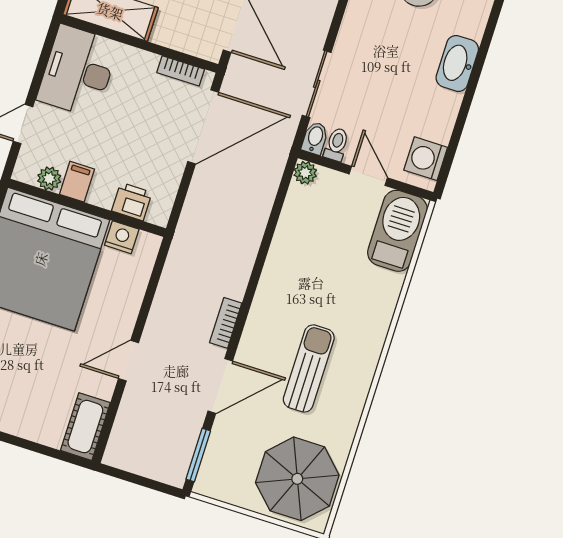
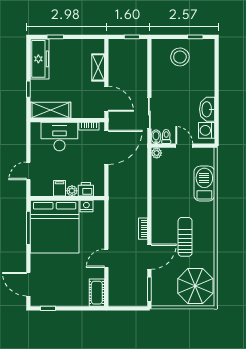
washbasin: (457, 63) -> (207, 109), moved
desk: (78, 71) -> (59, 137), moved, turned 90
plant: (49, 179) -> (72, 191), moved
barbecue: (397, 231) -> (204, 184), moved

